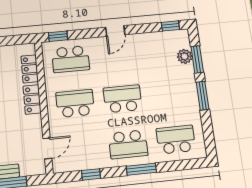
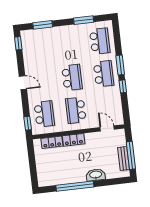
plant: (185, 56) -> (41, 34), removed
window: (203, 96) -> (84, 20), moved
school desk: (123, 99) -> (72, 77), turned 180
school desk: (176, 139) -> (100, 41), turned 180
window: (91, 174) -> (123, 86), moved

